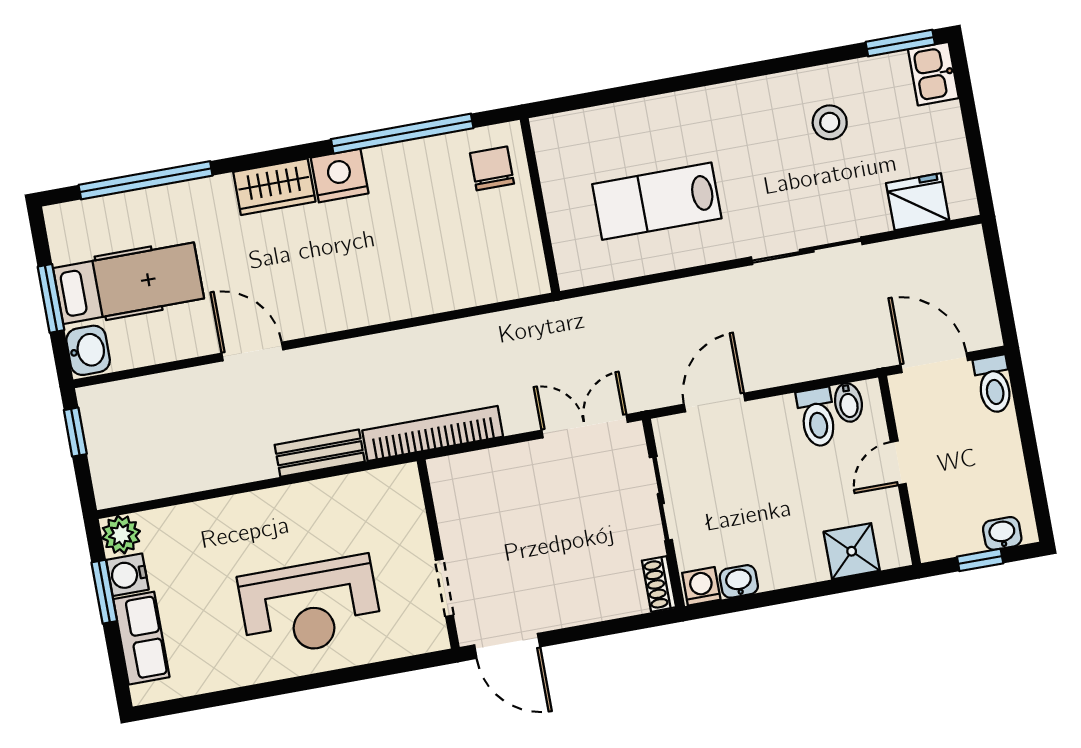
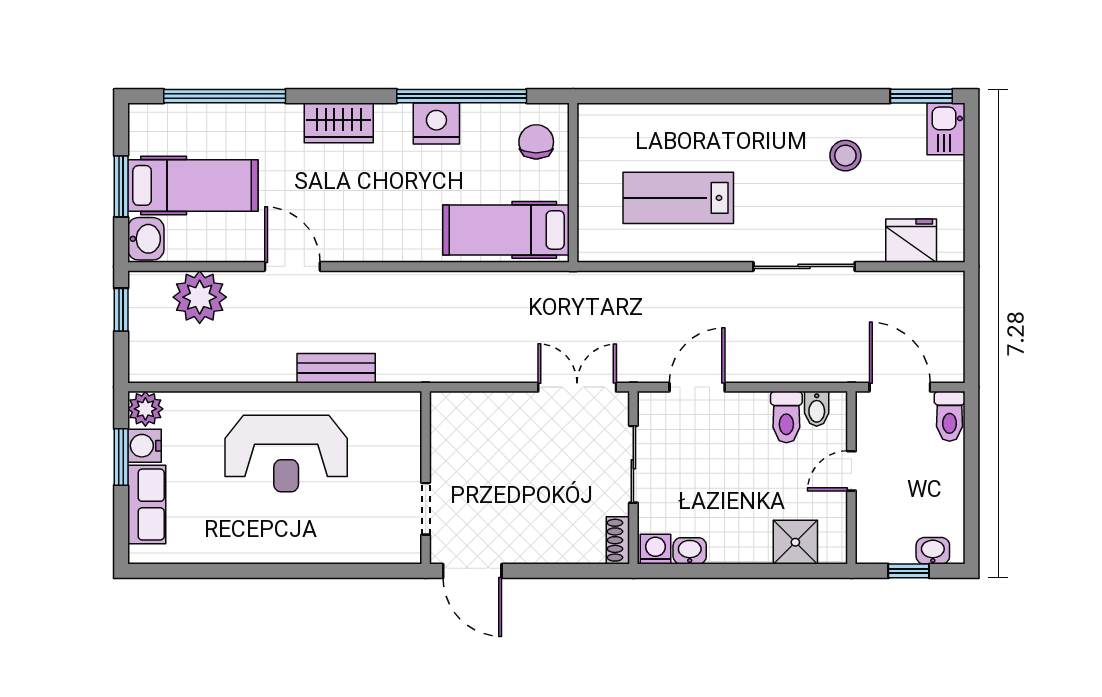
nightstand: (340, 176) -> (436, 123), moved
hospital bed: (476, 270) -> (506, 230), added
plant: (158, 403) -> (200, 297), added
bookcase: (433, 433) -> (440, 369), removed
reception desk: (310, 607) -> (286, 453), moved

